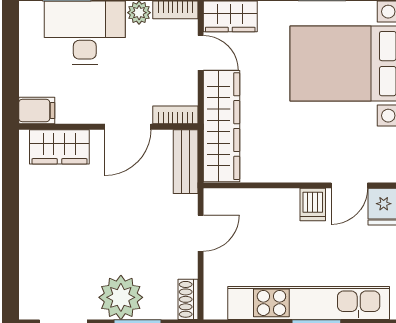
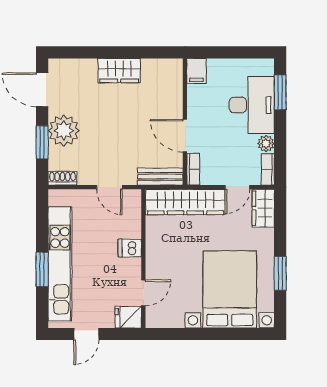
wardrobe: (59, 147) -> (119, 71), moved, turned -90
door: (349, 185) -> (143, 293), swing flipped
dishwasher: (313, 205) -> (130, 248), moved

